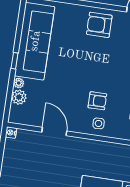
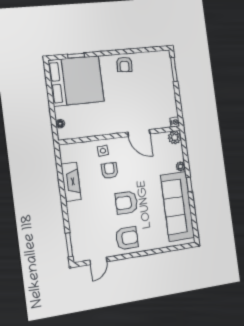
armchair: (89, 62) -> (126, 203), added
plant: (19, 97) -> (175, 137), moved
armchair: (97, 101) -> (110, 170), turned 90

